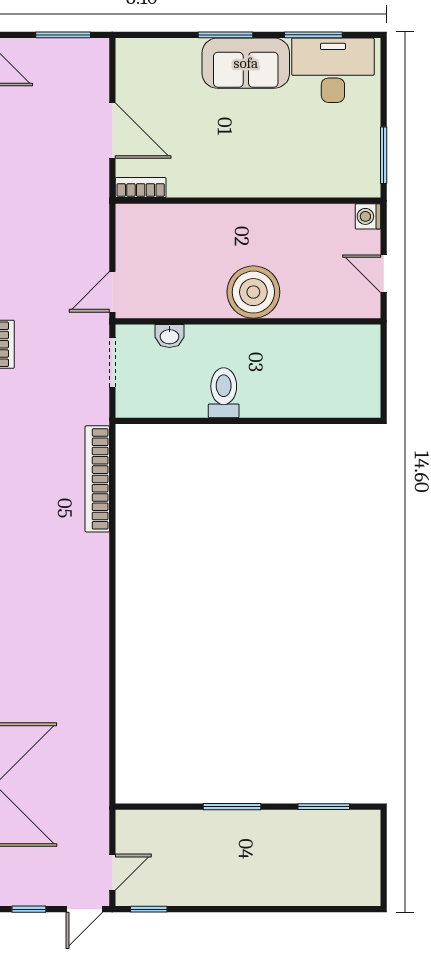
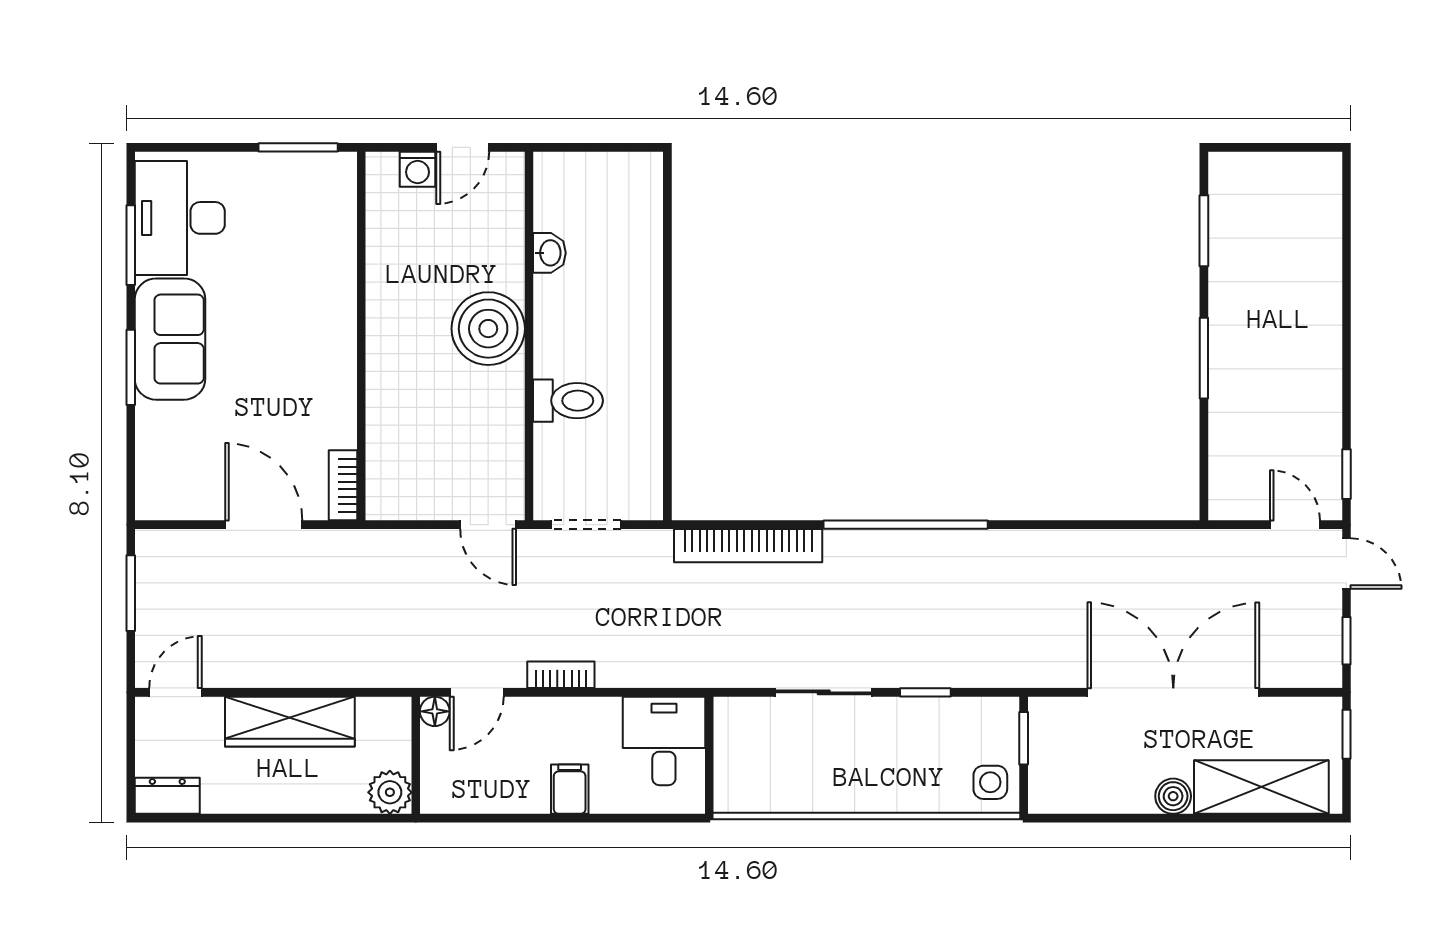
door: (112, 131) -> (264, 525), hinge flipped
washing machine: (368, 216) -> (418, 169), moved
washbasin: (169, 336) -> (549, 253), moved
toilet: (224, 393) -> (568, 401), moved, turned 180
window: (112, 592) -> (906, 525), added

